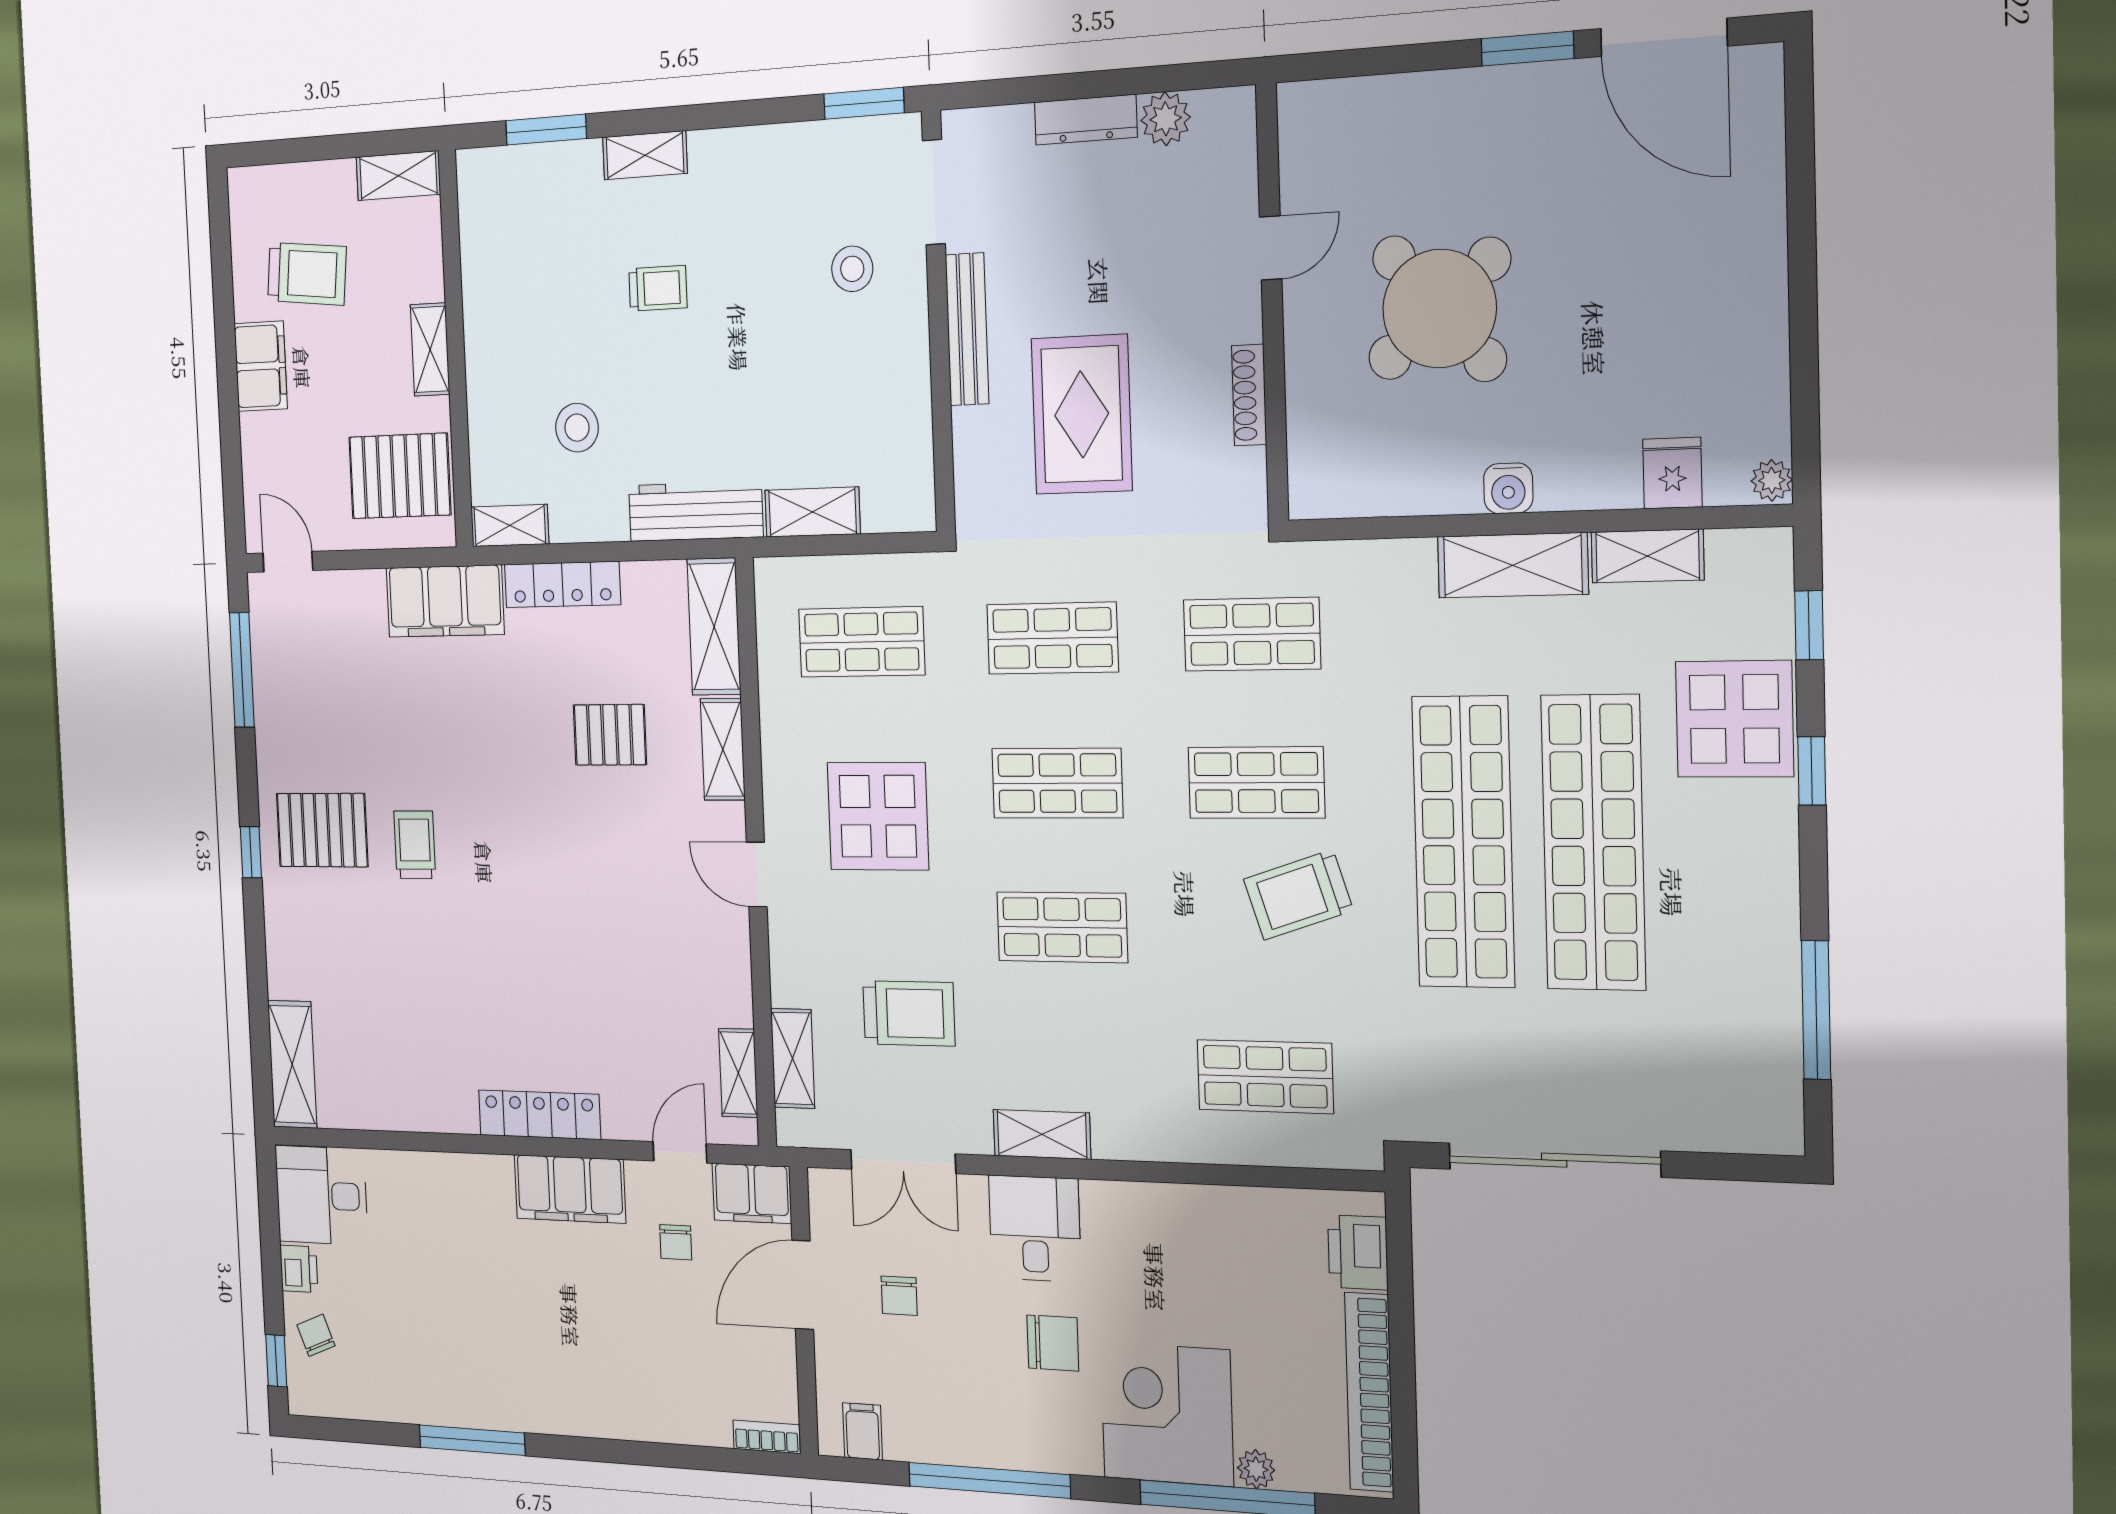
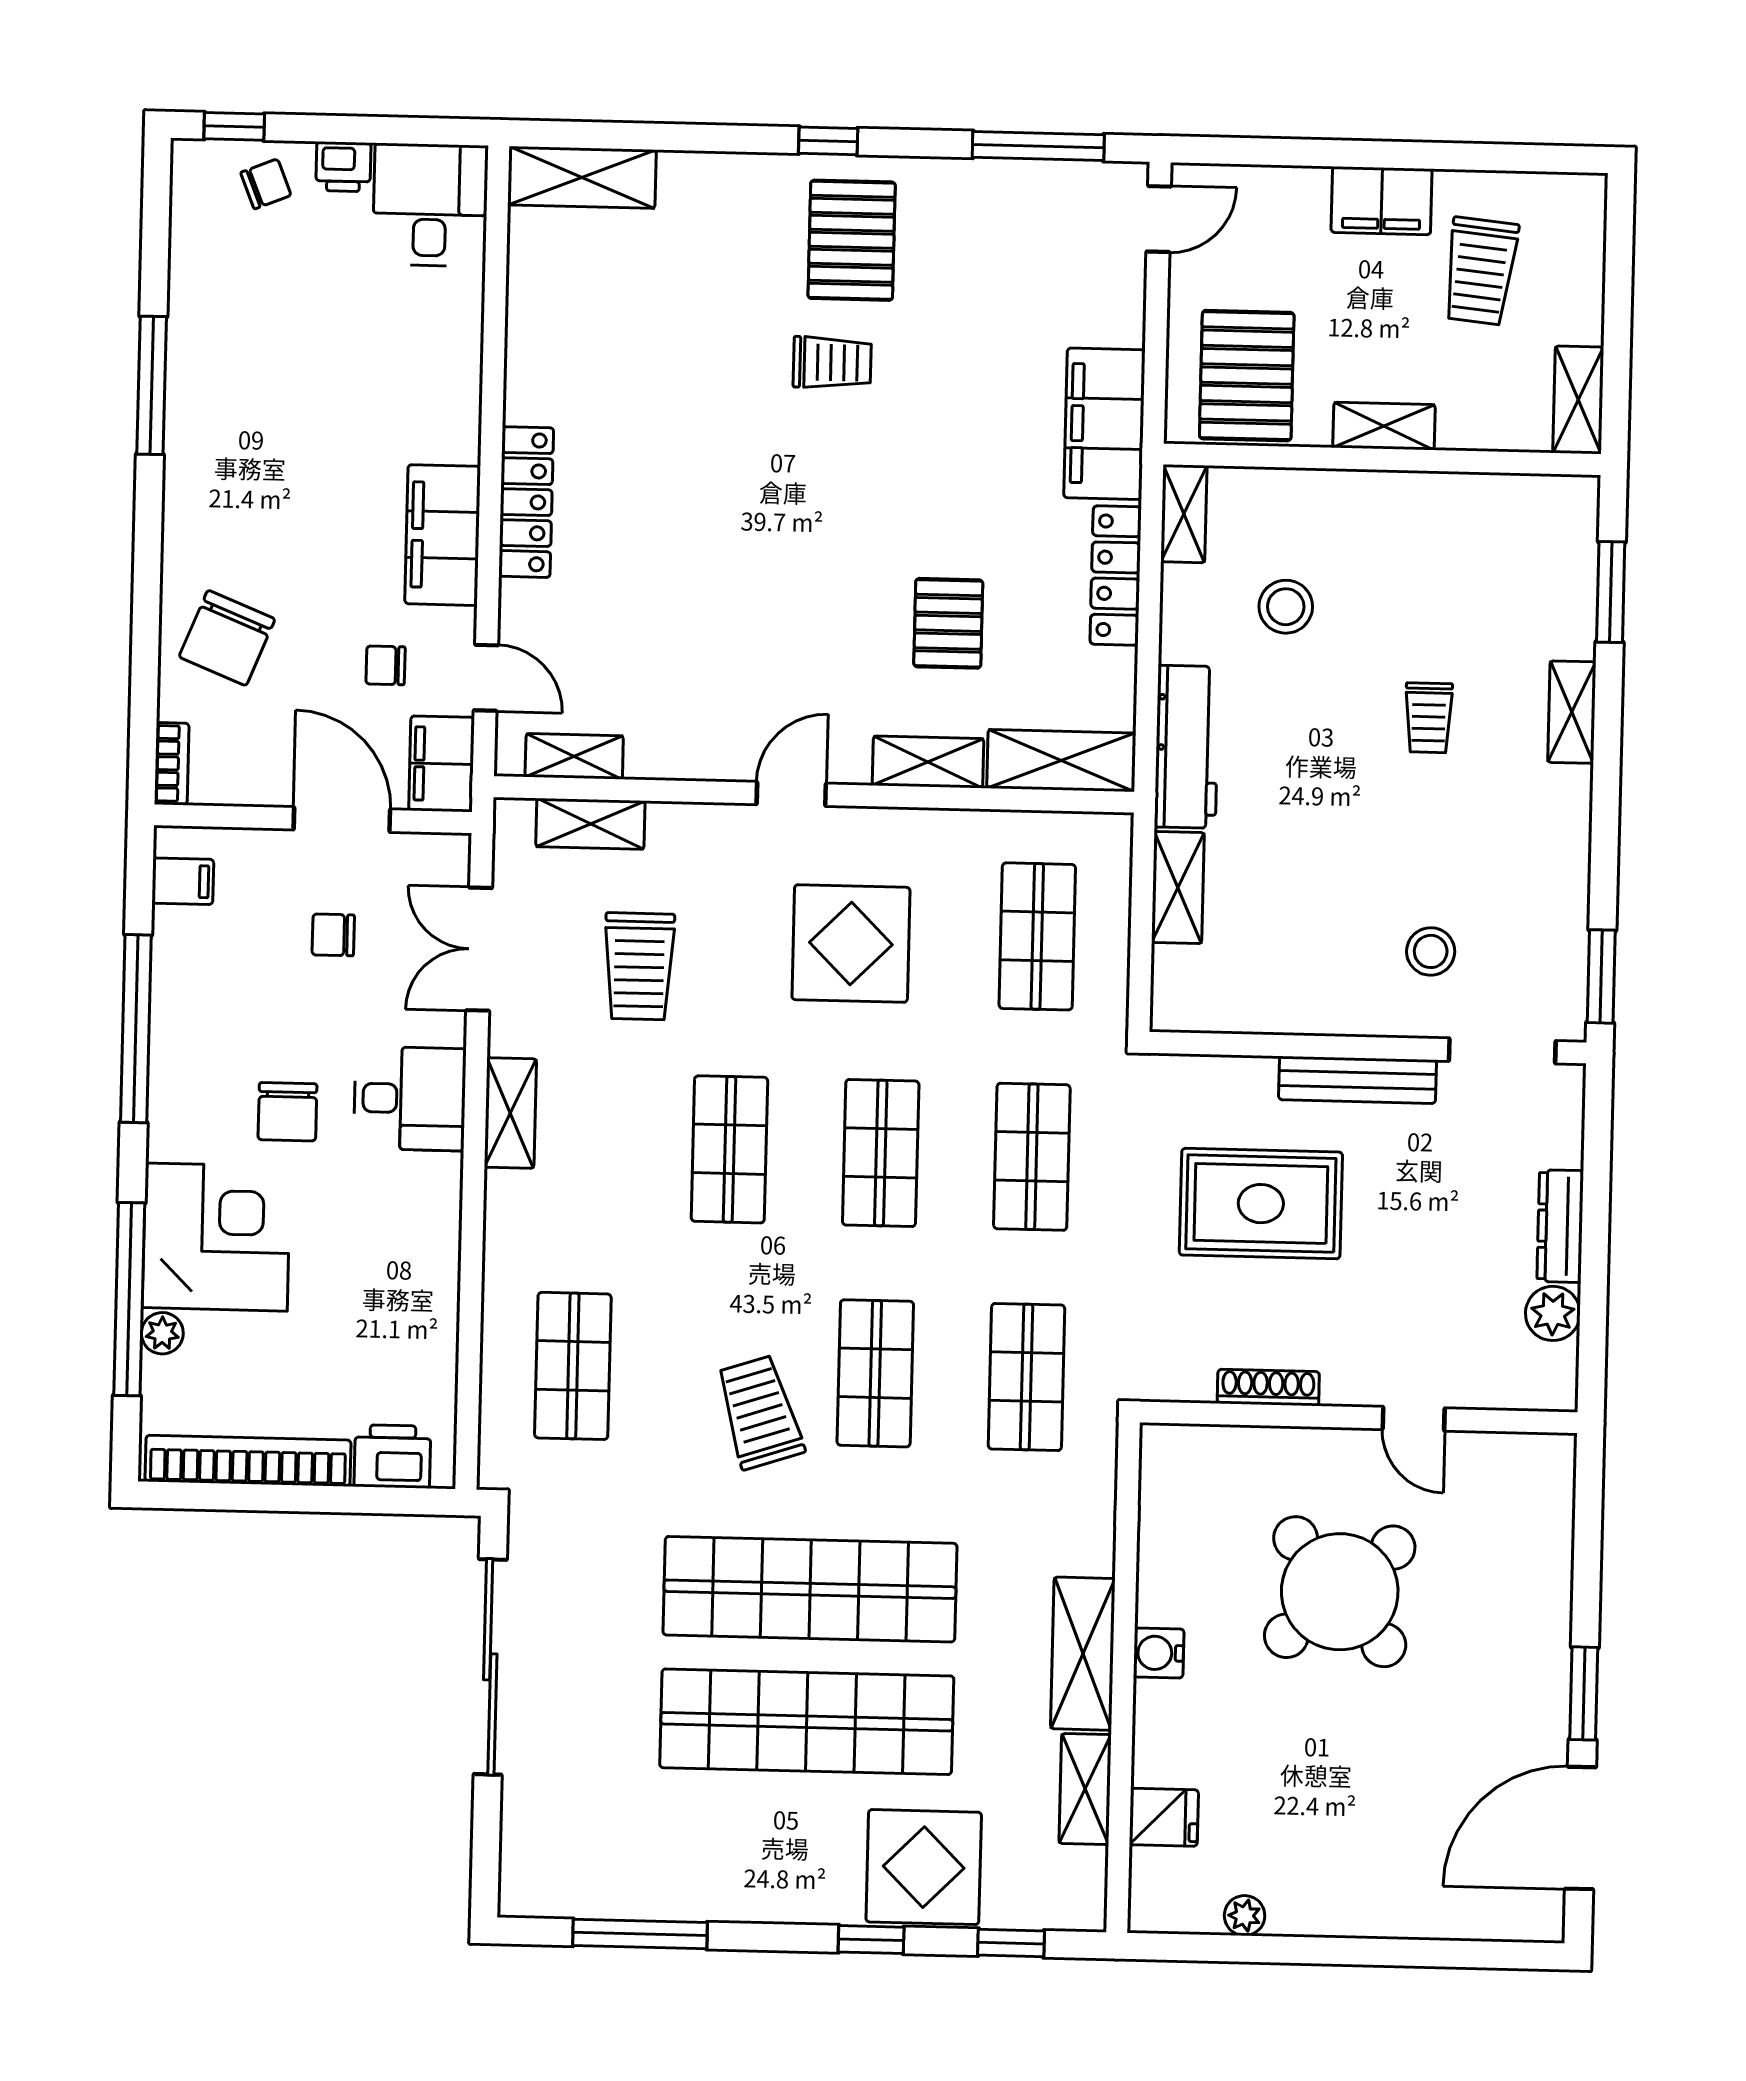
plant: (1772, 480) -> (1245, 1916), moved
chair: (663, 1383) -> (227, 638), added

